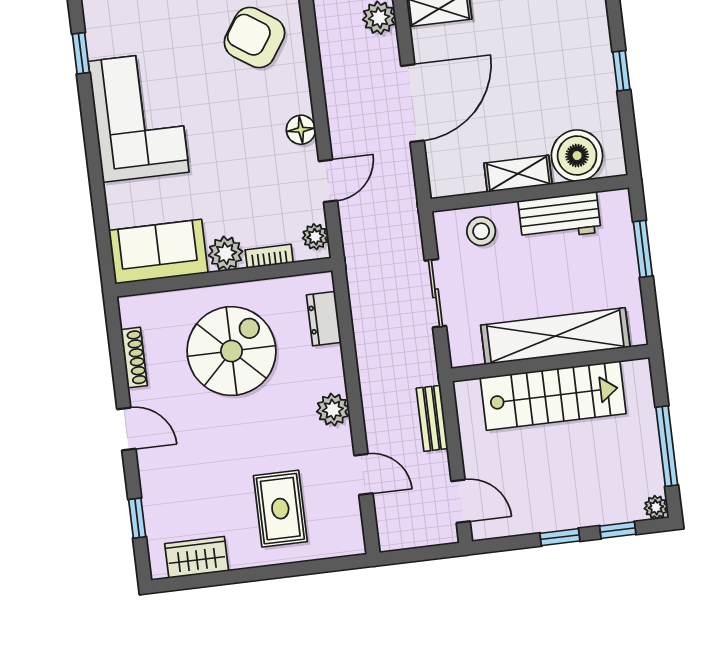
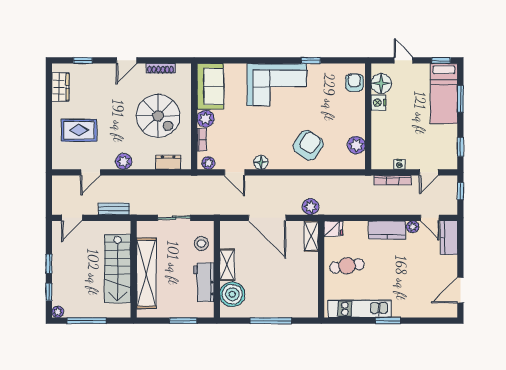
window: (621, 71) -> (271, 321), width x2.17

